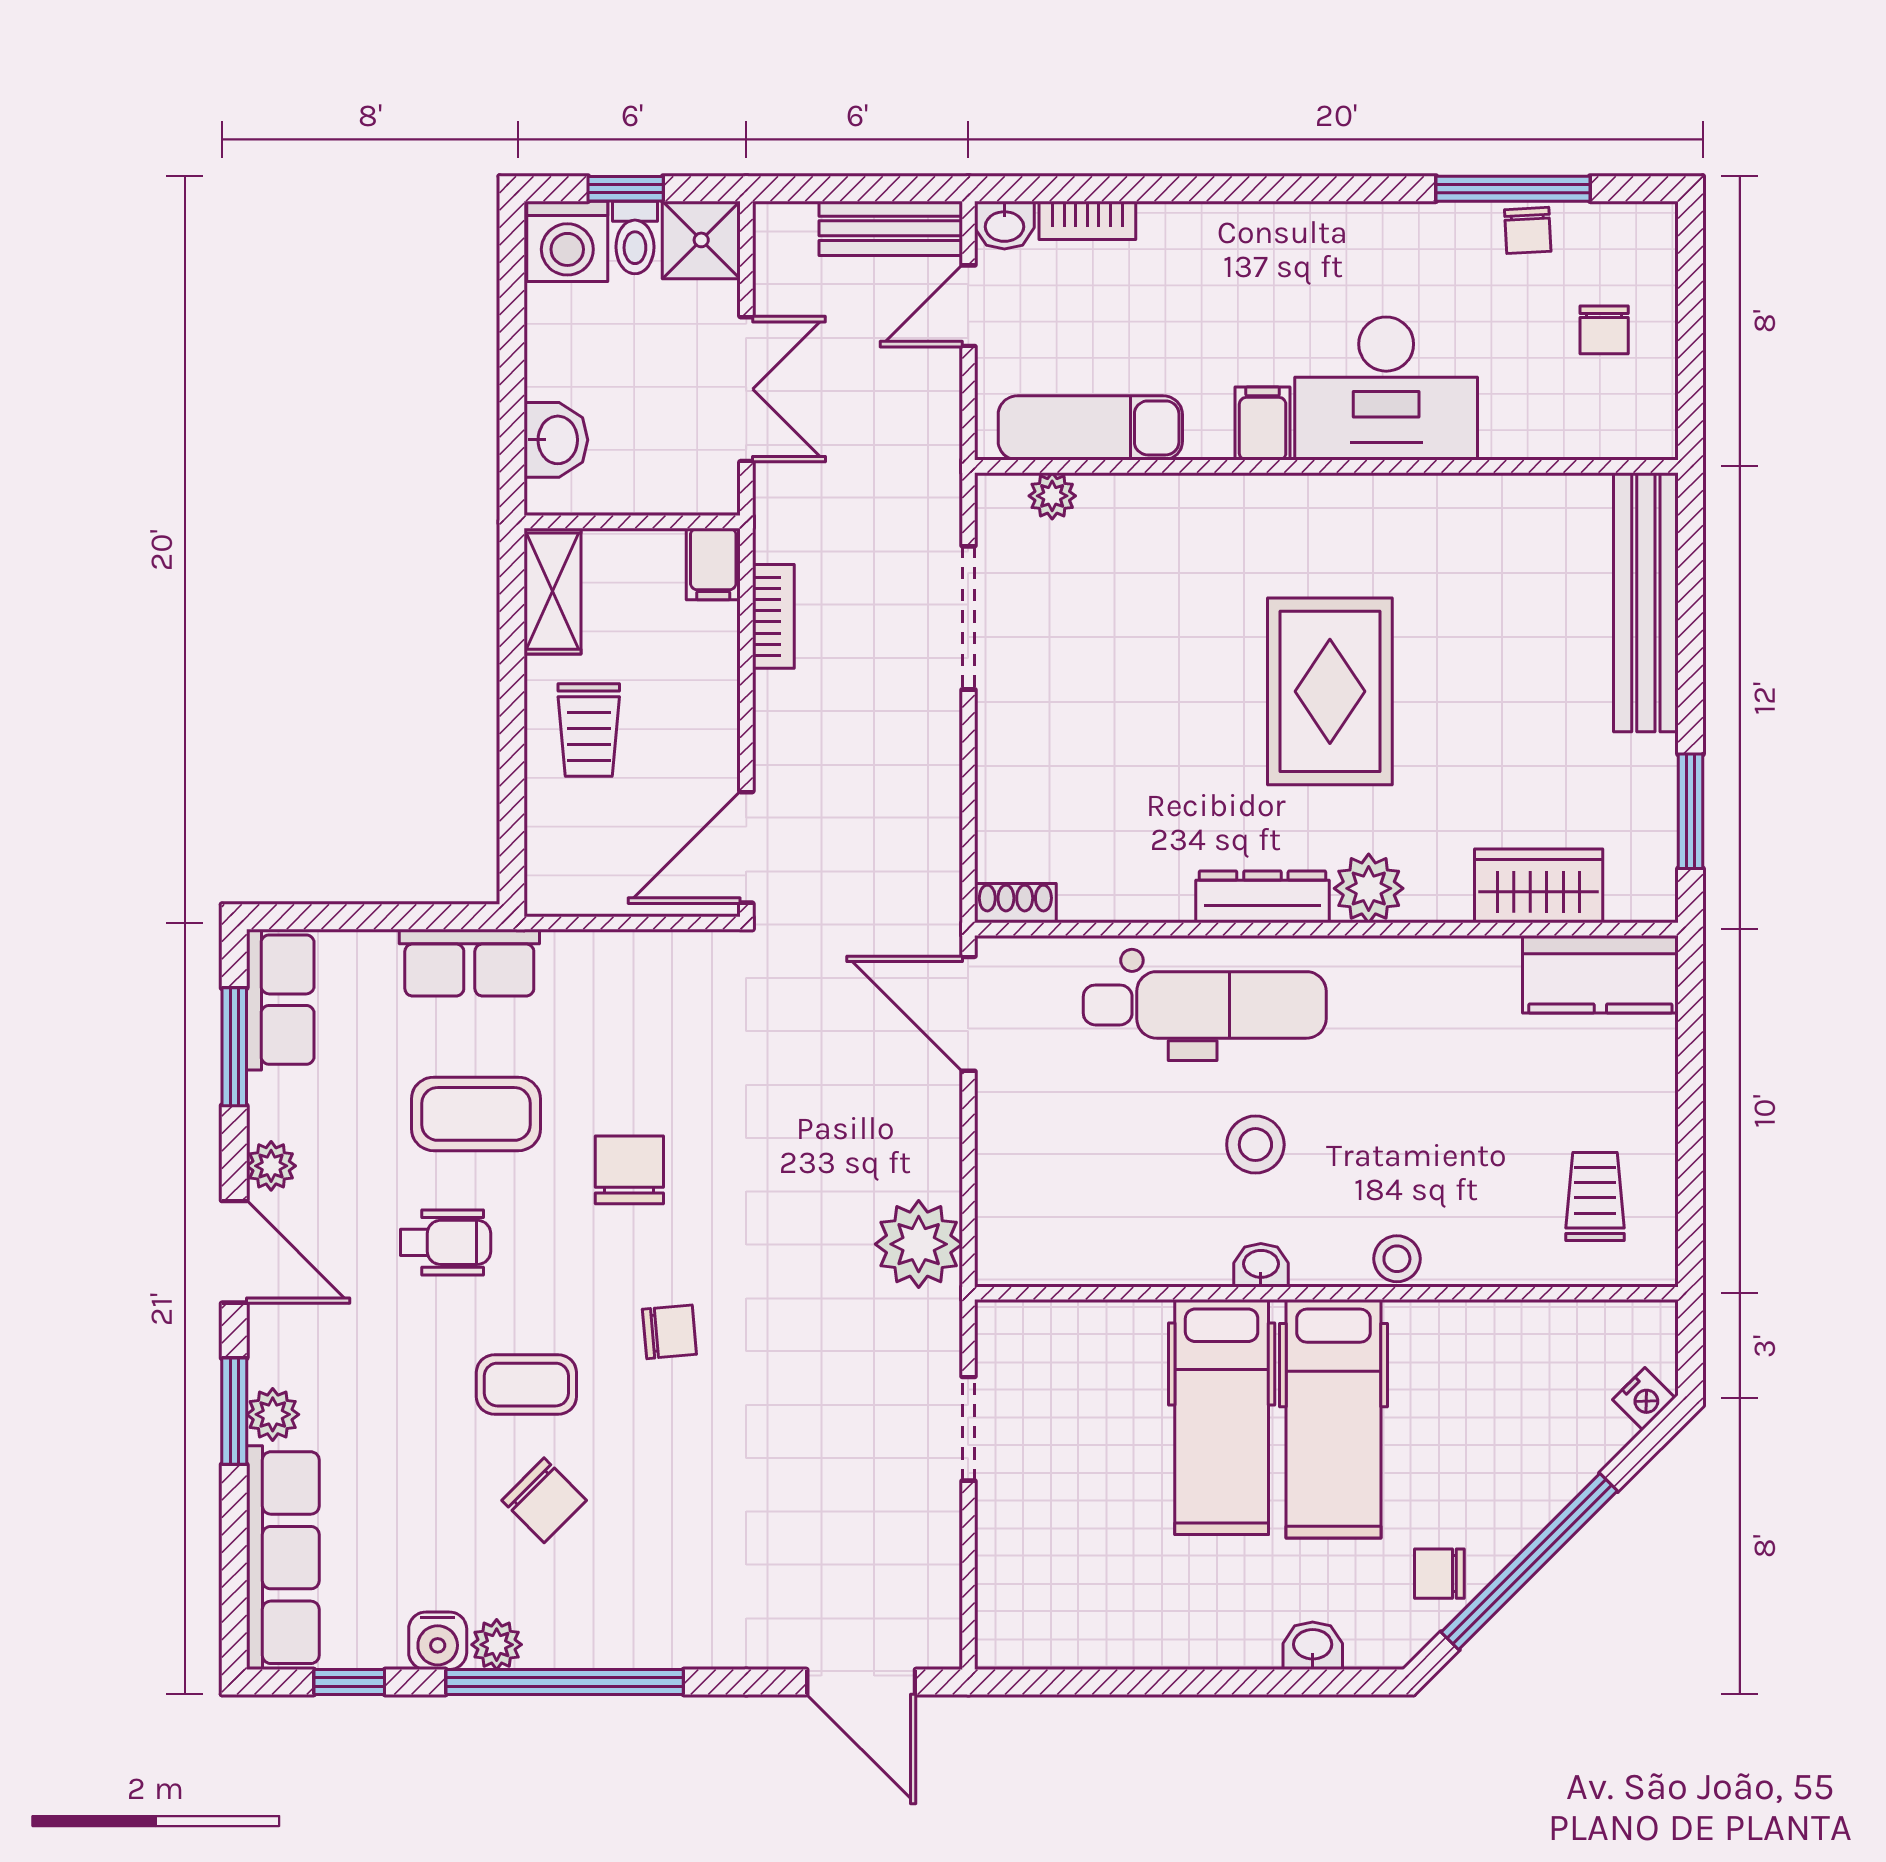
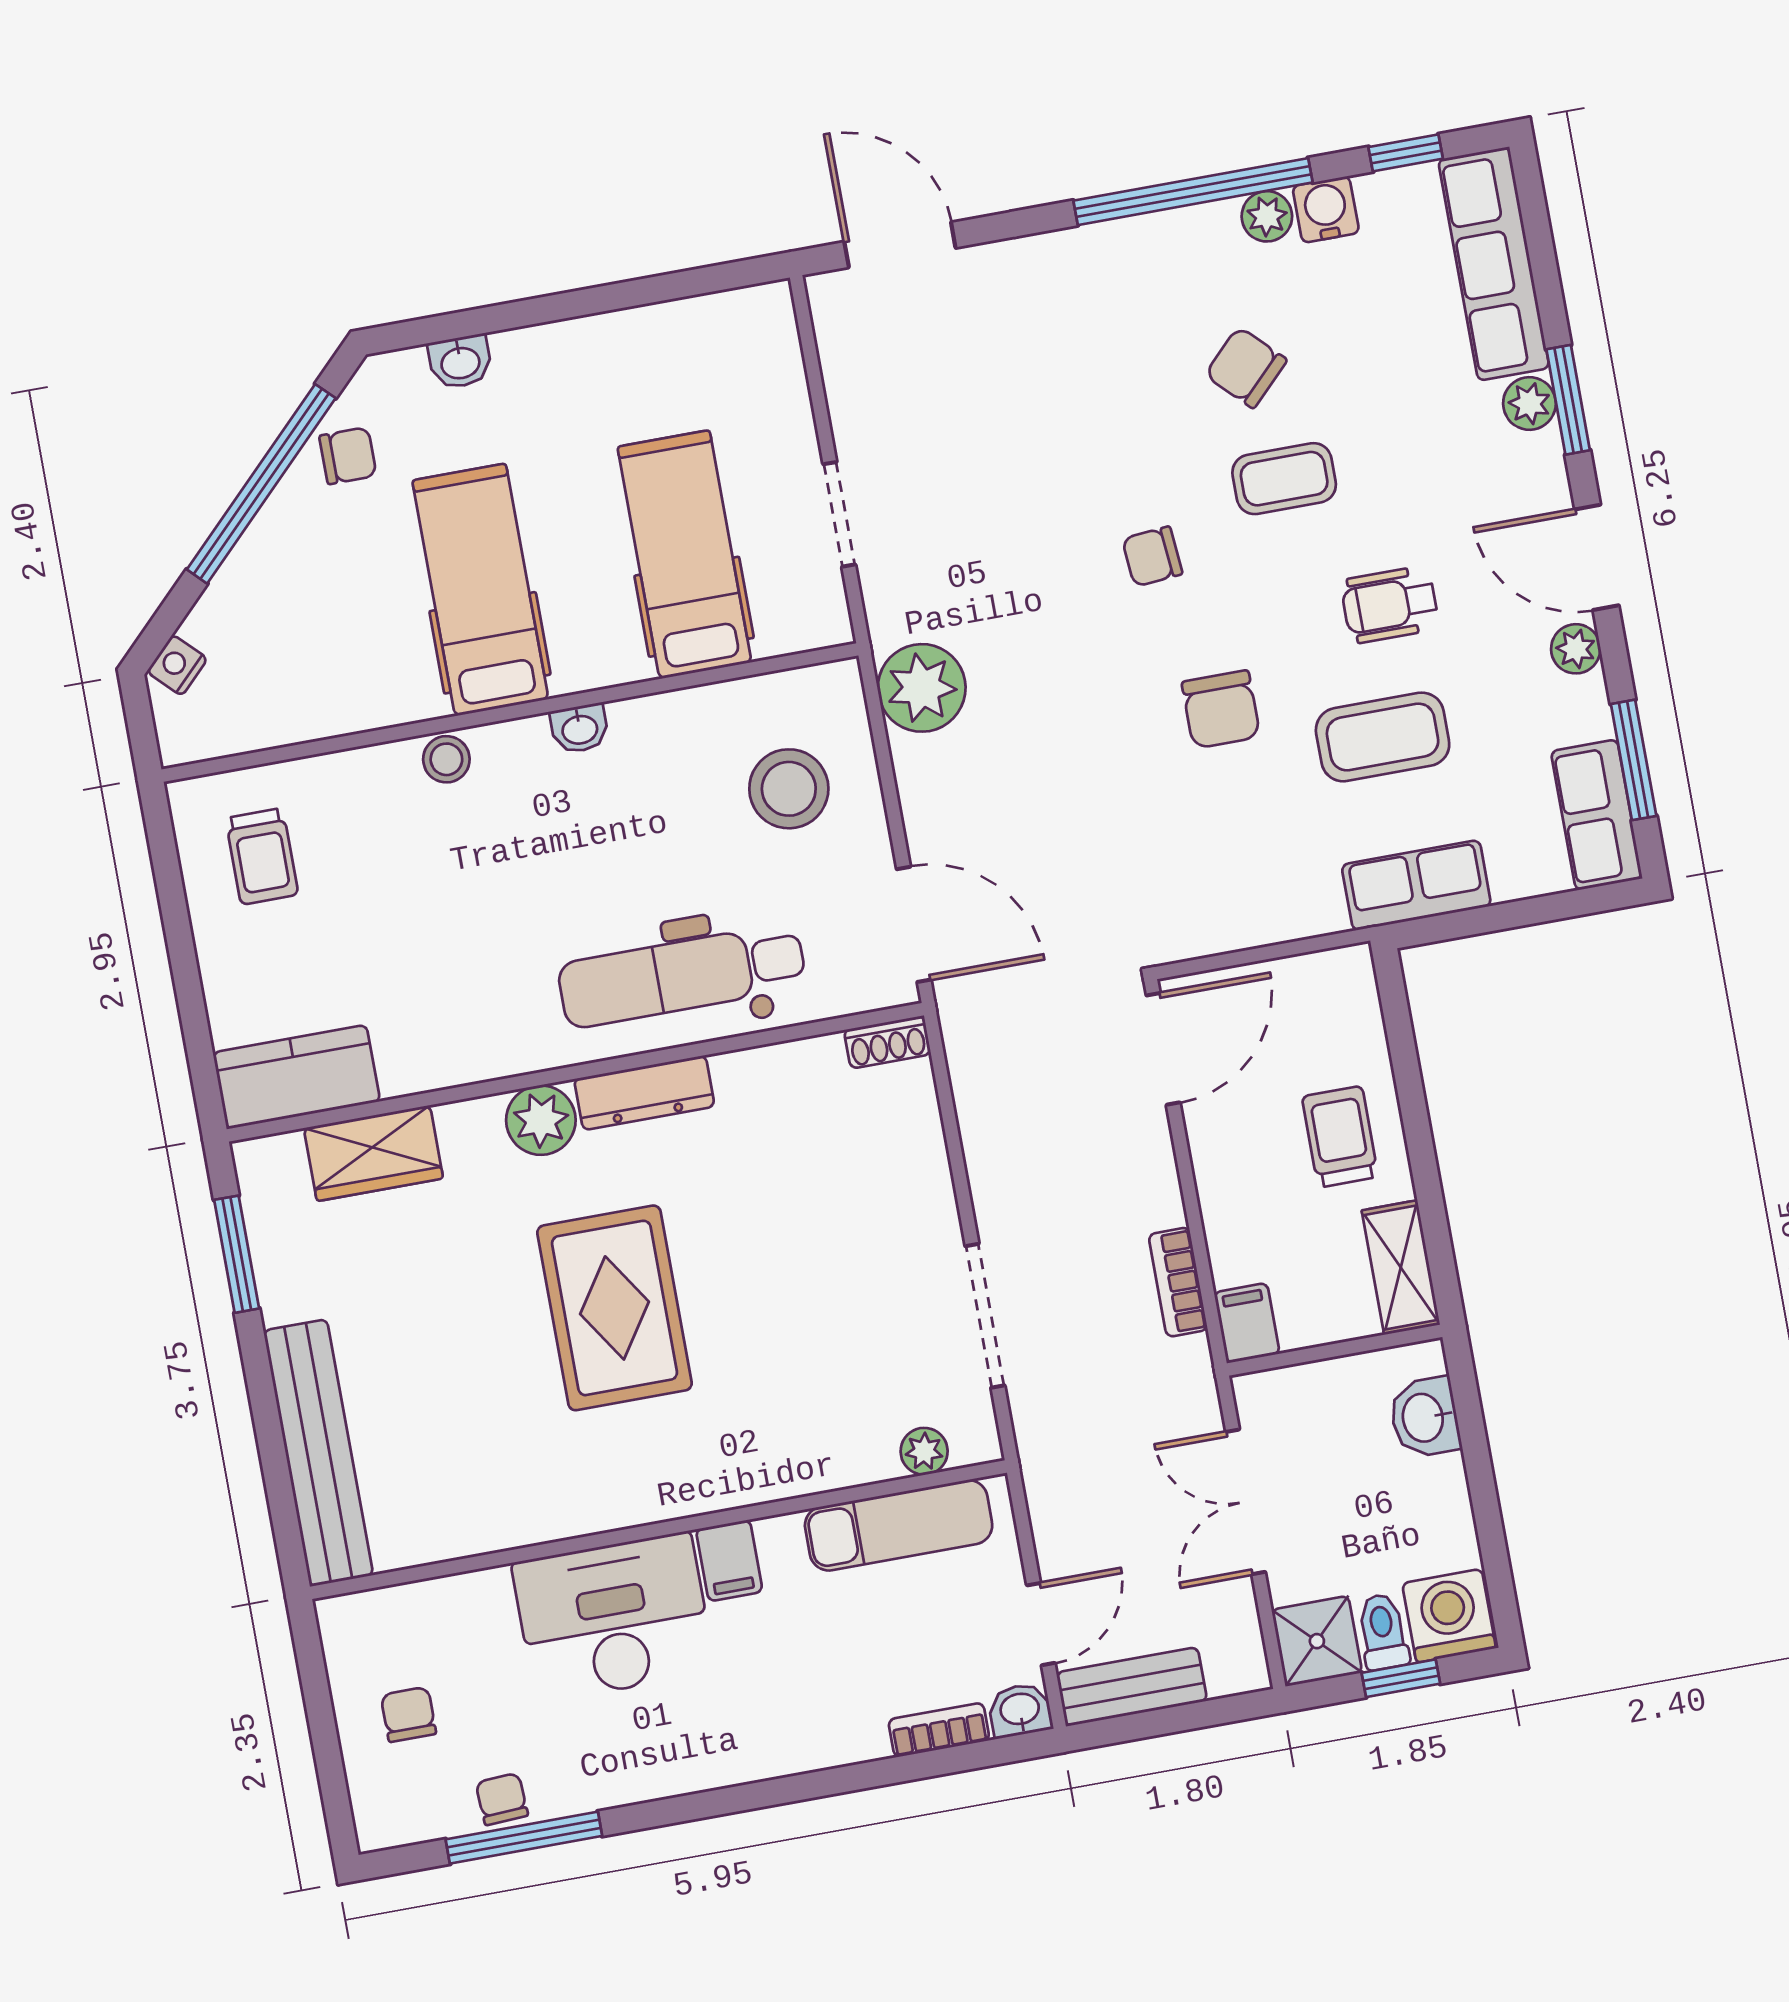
stool: (1255, 1145) -> (789, 789), moved, width x1.38, depth x1.38
hospital bed: (1222, 1417) -> (685, 554), moved

